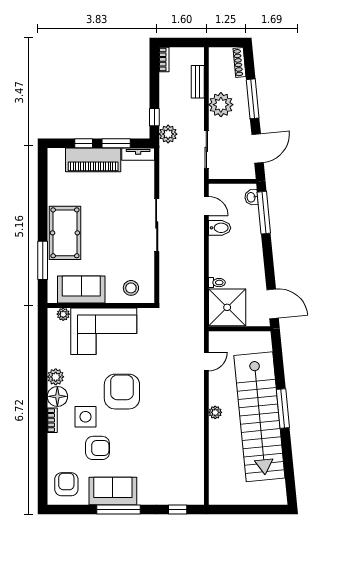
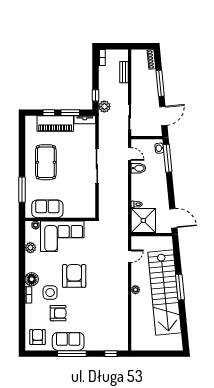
plant: (221, 105) -> (139, 87), removed
pool table: (65, 233) -> (46, 162), moved
stool: (131, 288) -> (80, 208), removed
plant: (56, 377) -> (30, 248), moved

